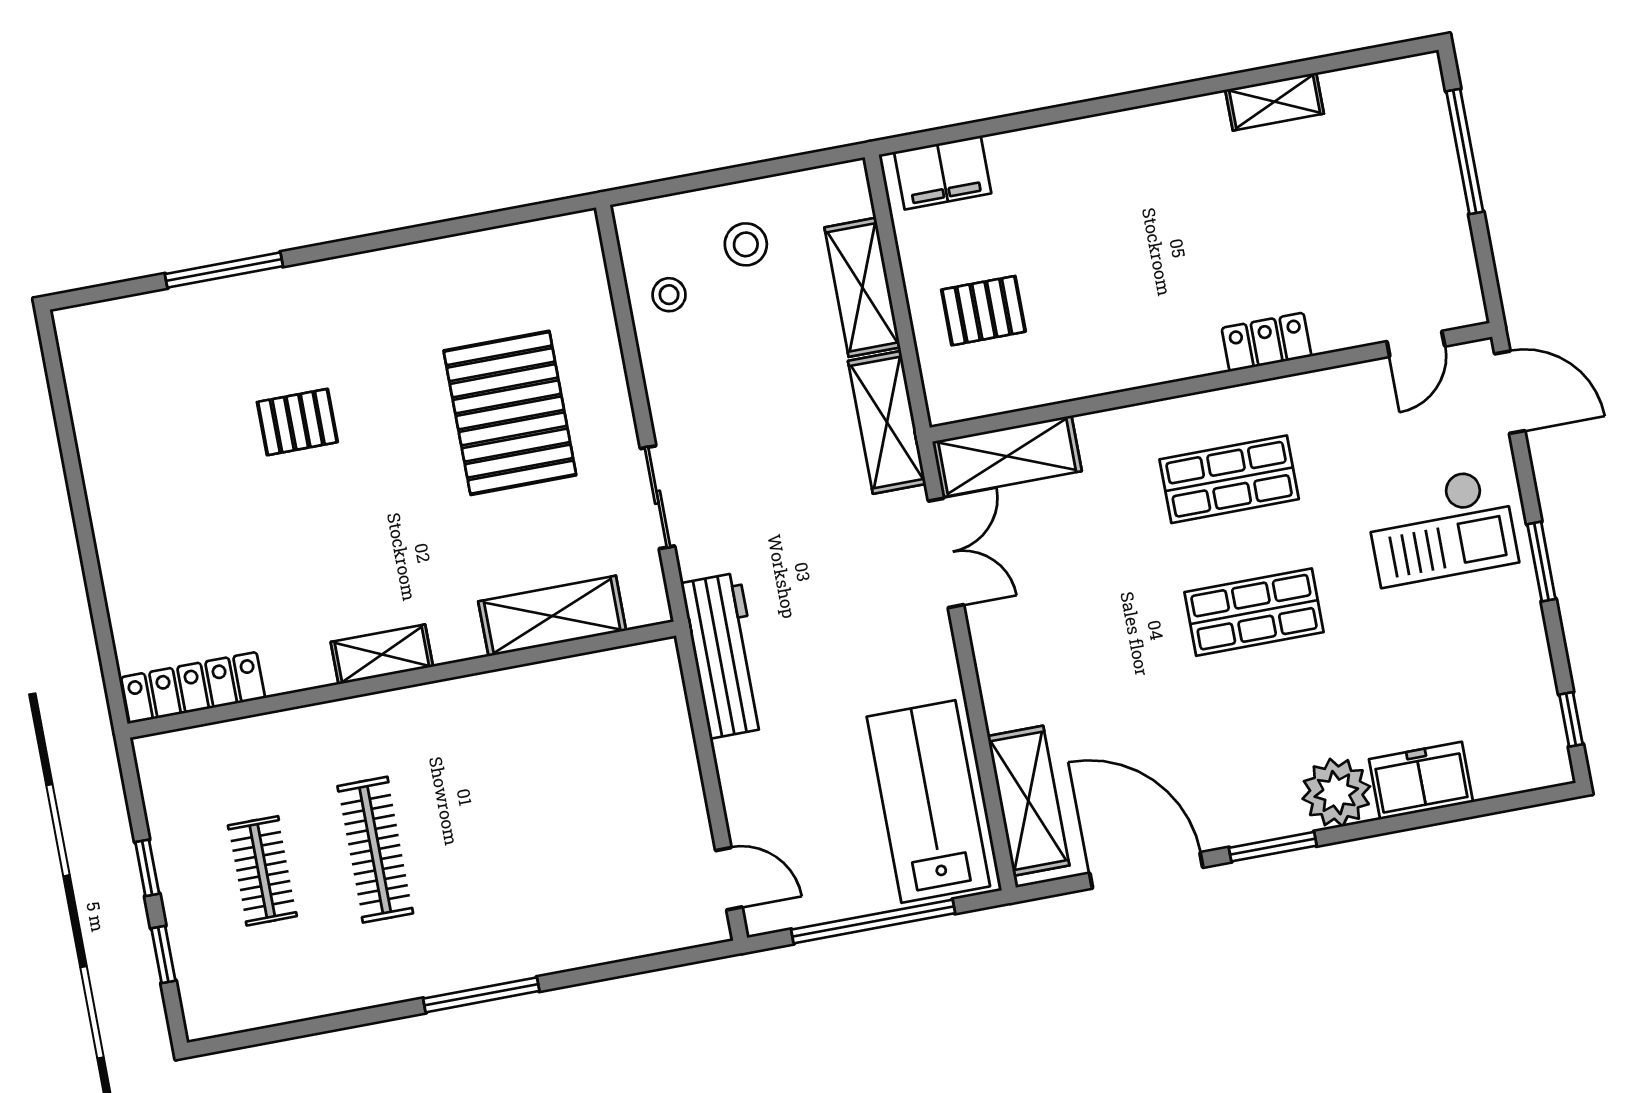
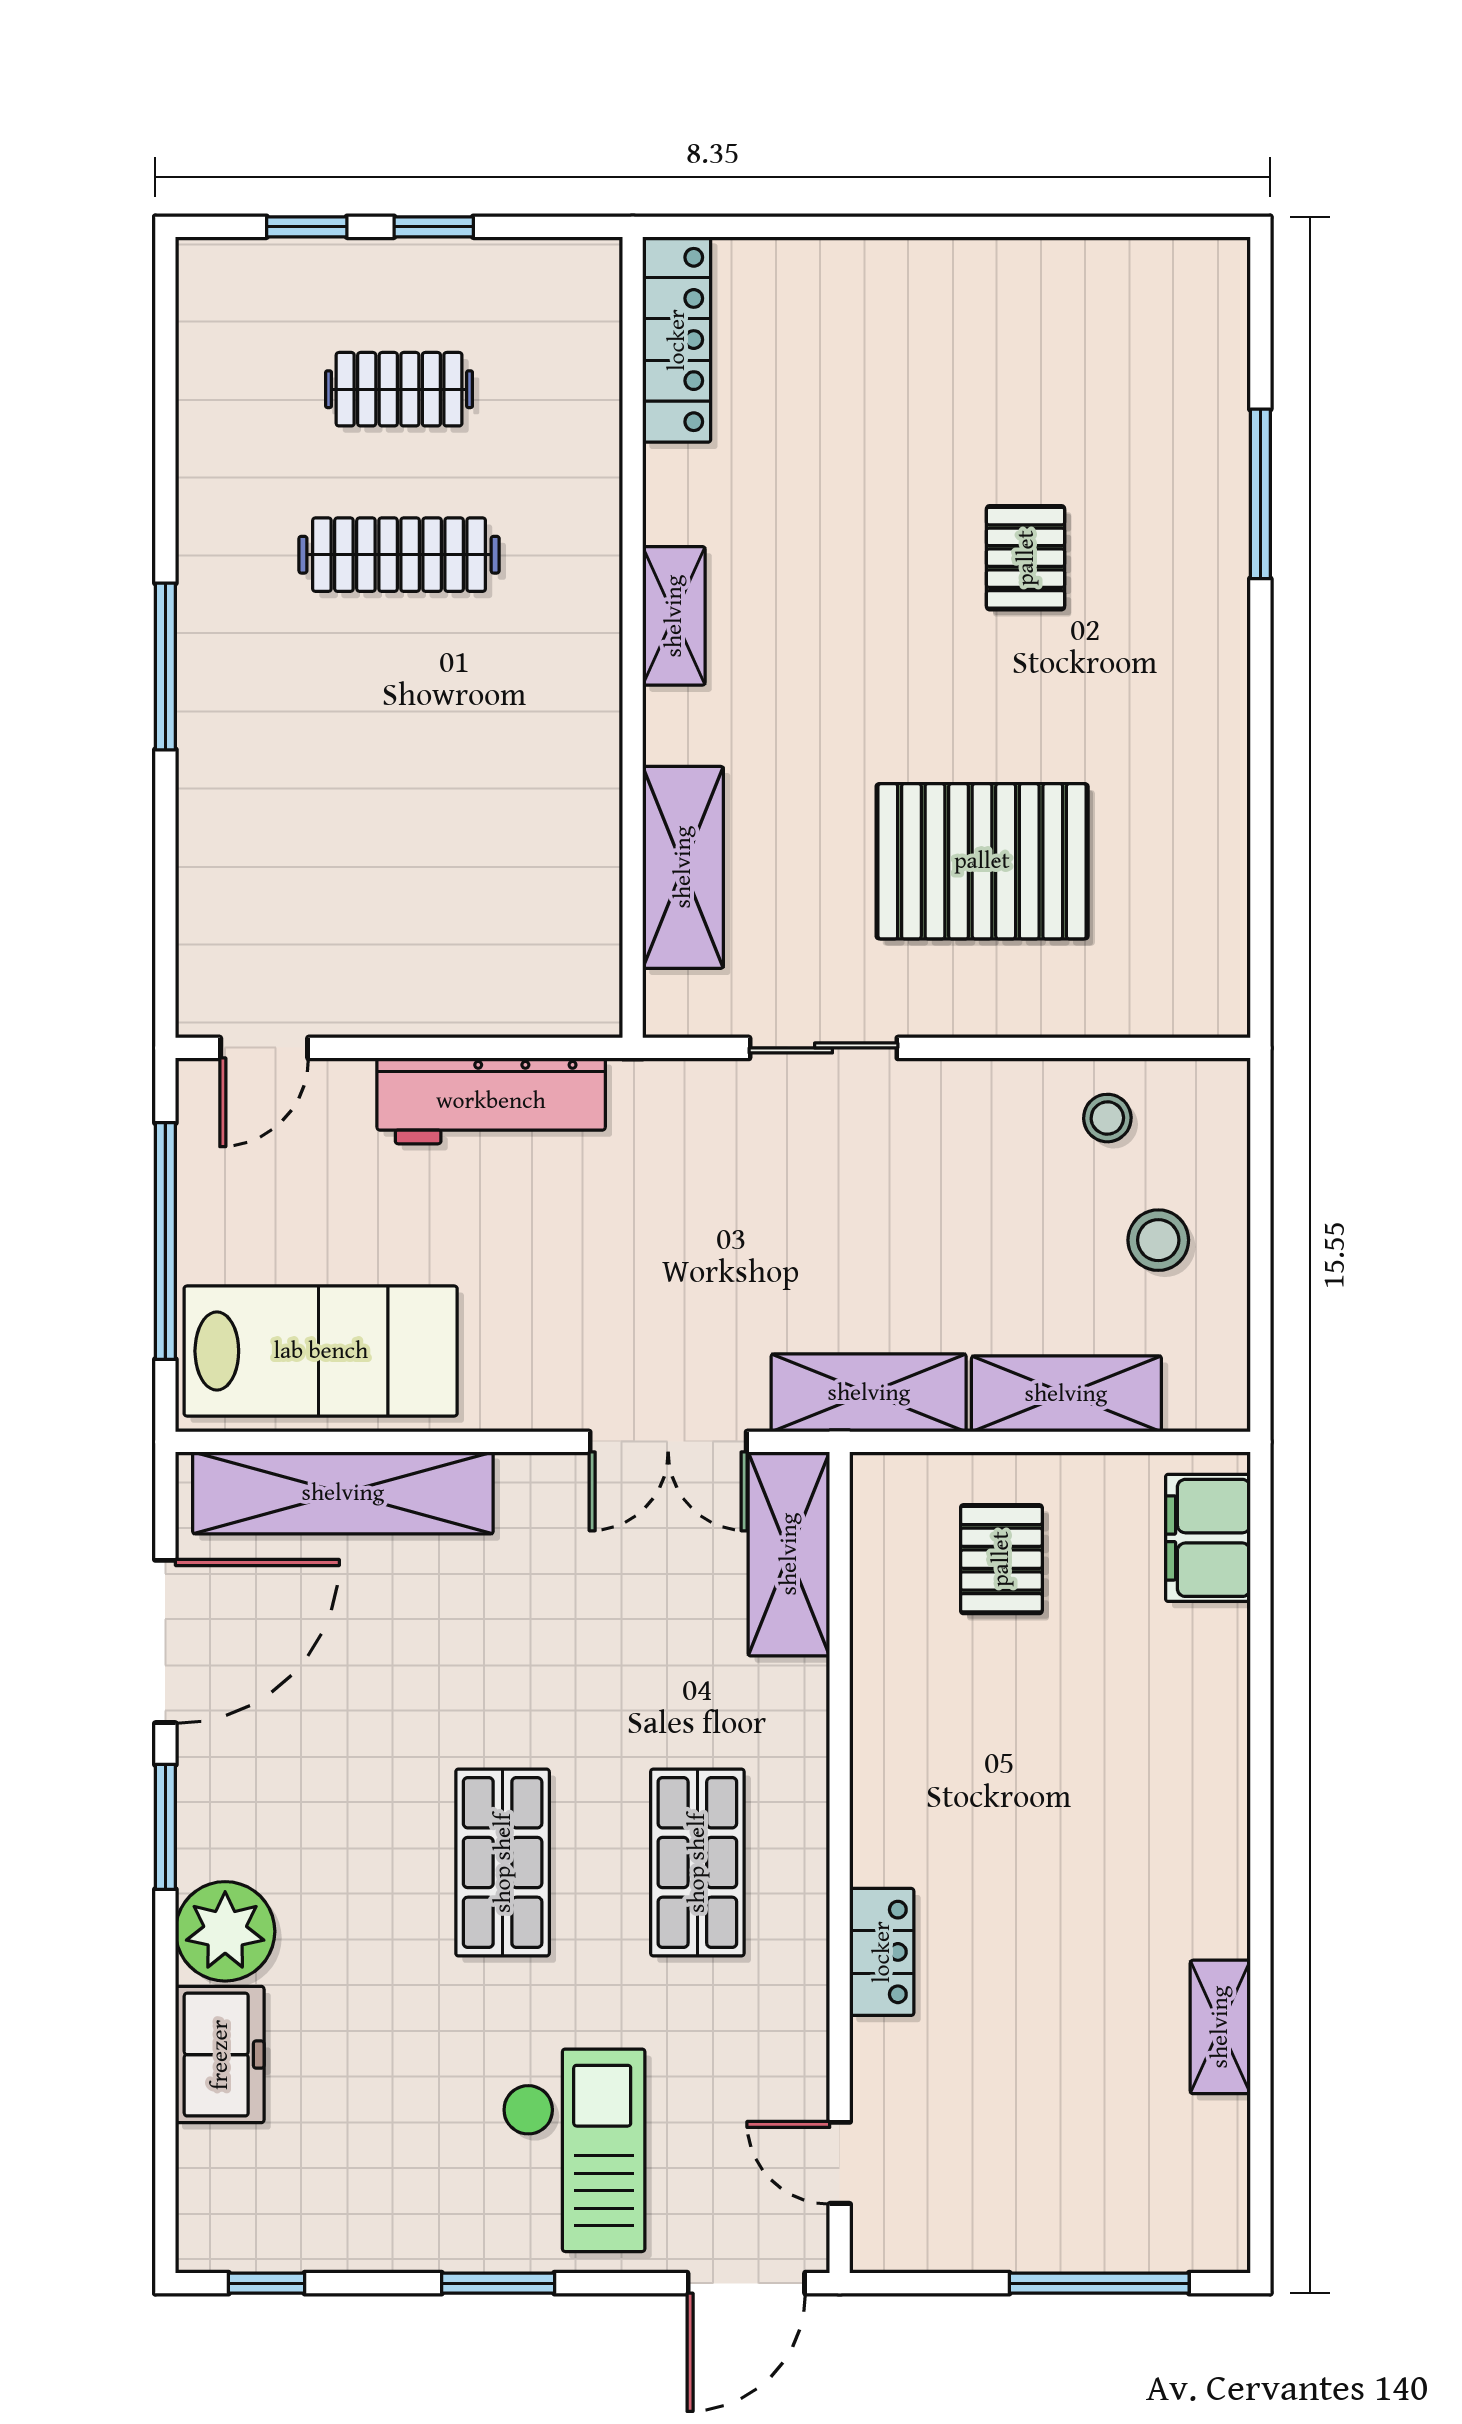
checkout: (1441, 527) -> (574, 2150), turned 180
workbench: (724, 656) -> (491, 1101), moved
shelving: (1028, 801) -> (343, 1493), width x1.47

